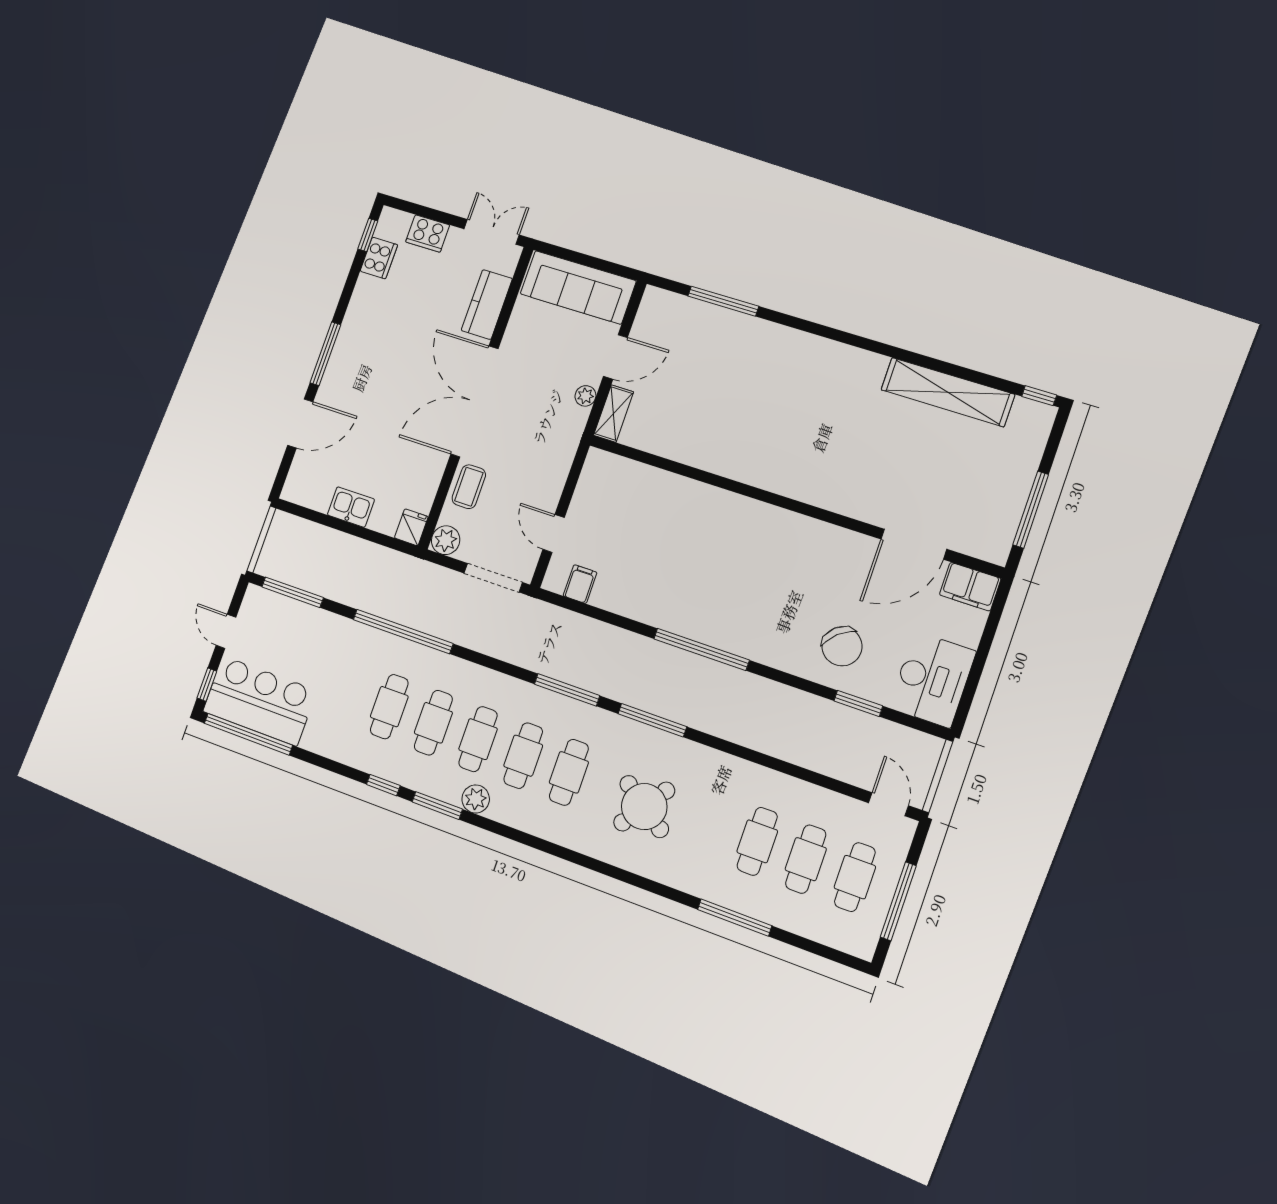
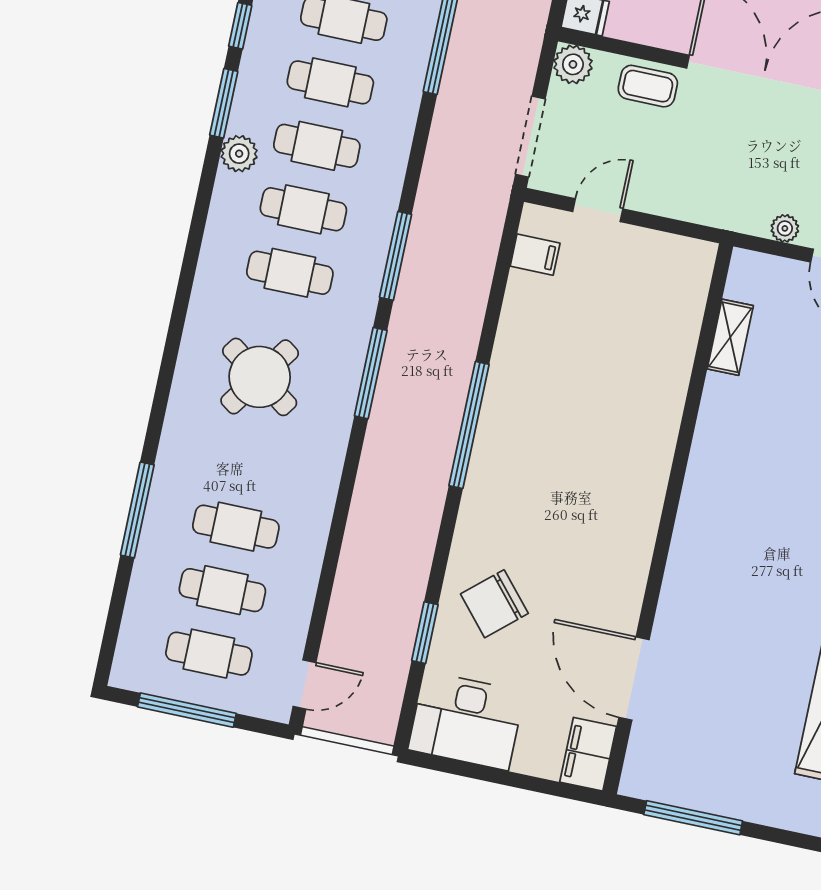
shelving: (614, 414) -> (730, 337), moved, turned 90

